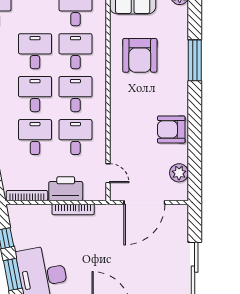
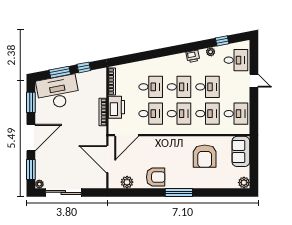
armchair: (140, 55) -> (205, 156), turned -90
window: (195, 60) -> (179, 192), moved
armchair: (171, 129) -> (156, 177), turned 90
door: (108, 173) -> (127, 135), width x1.87

